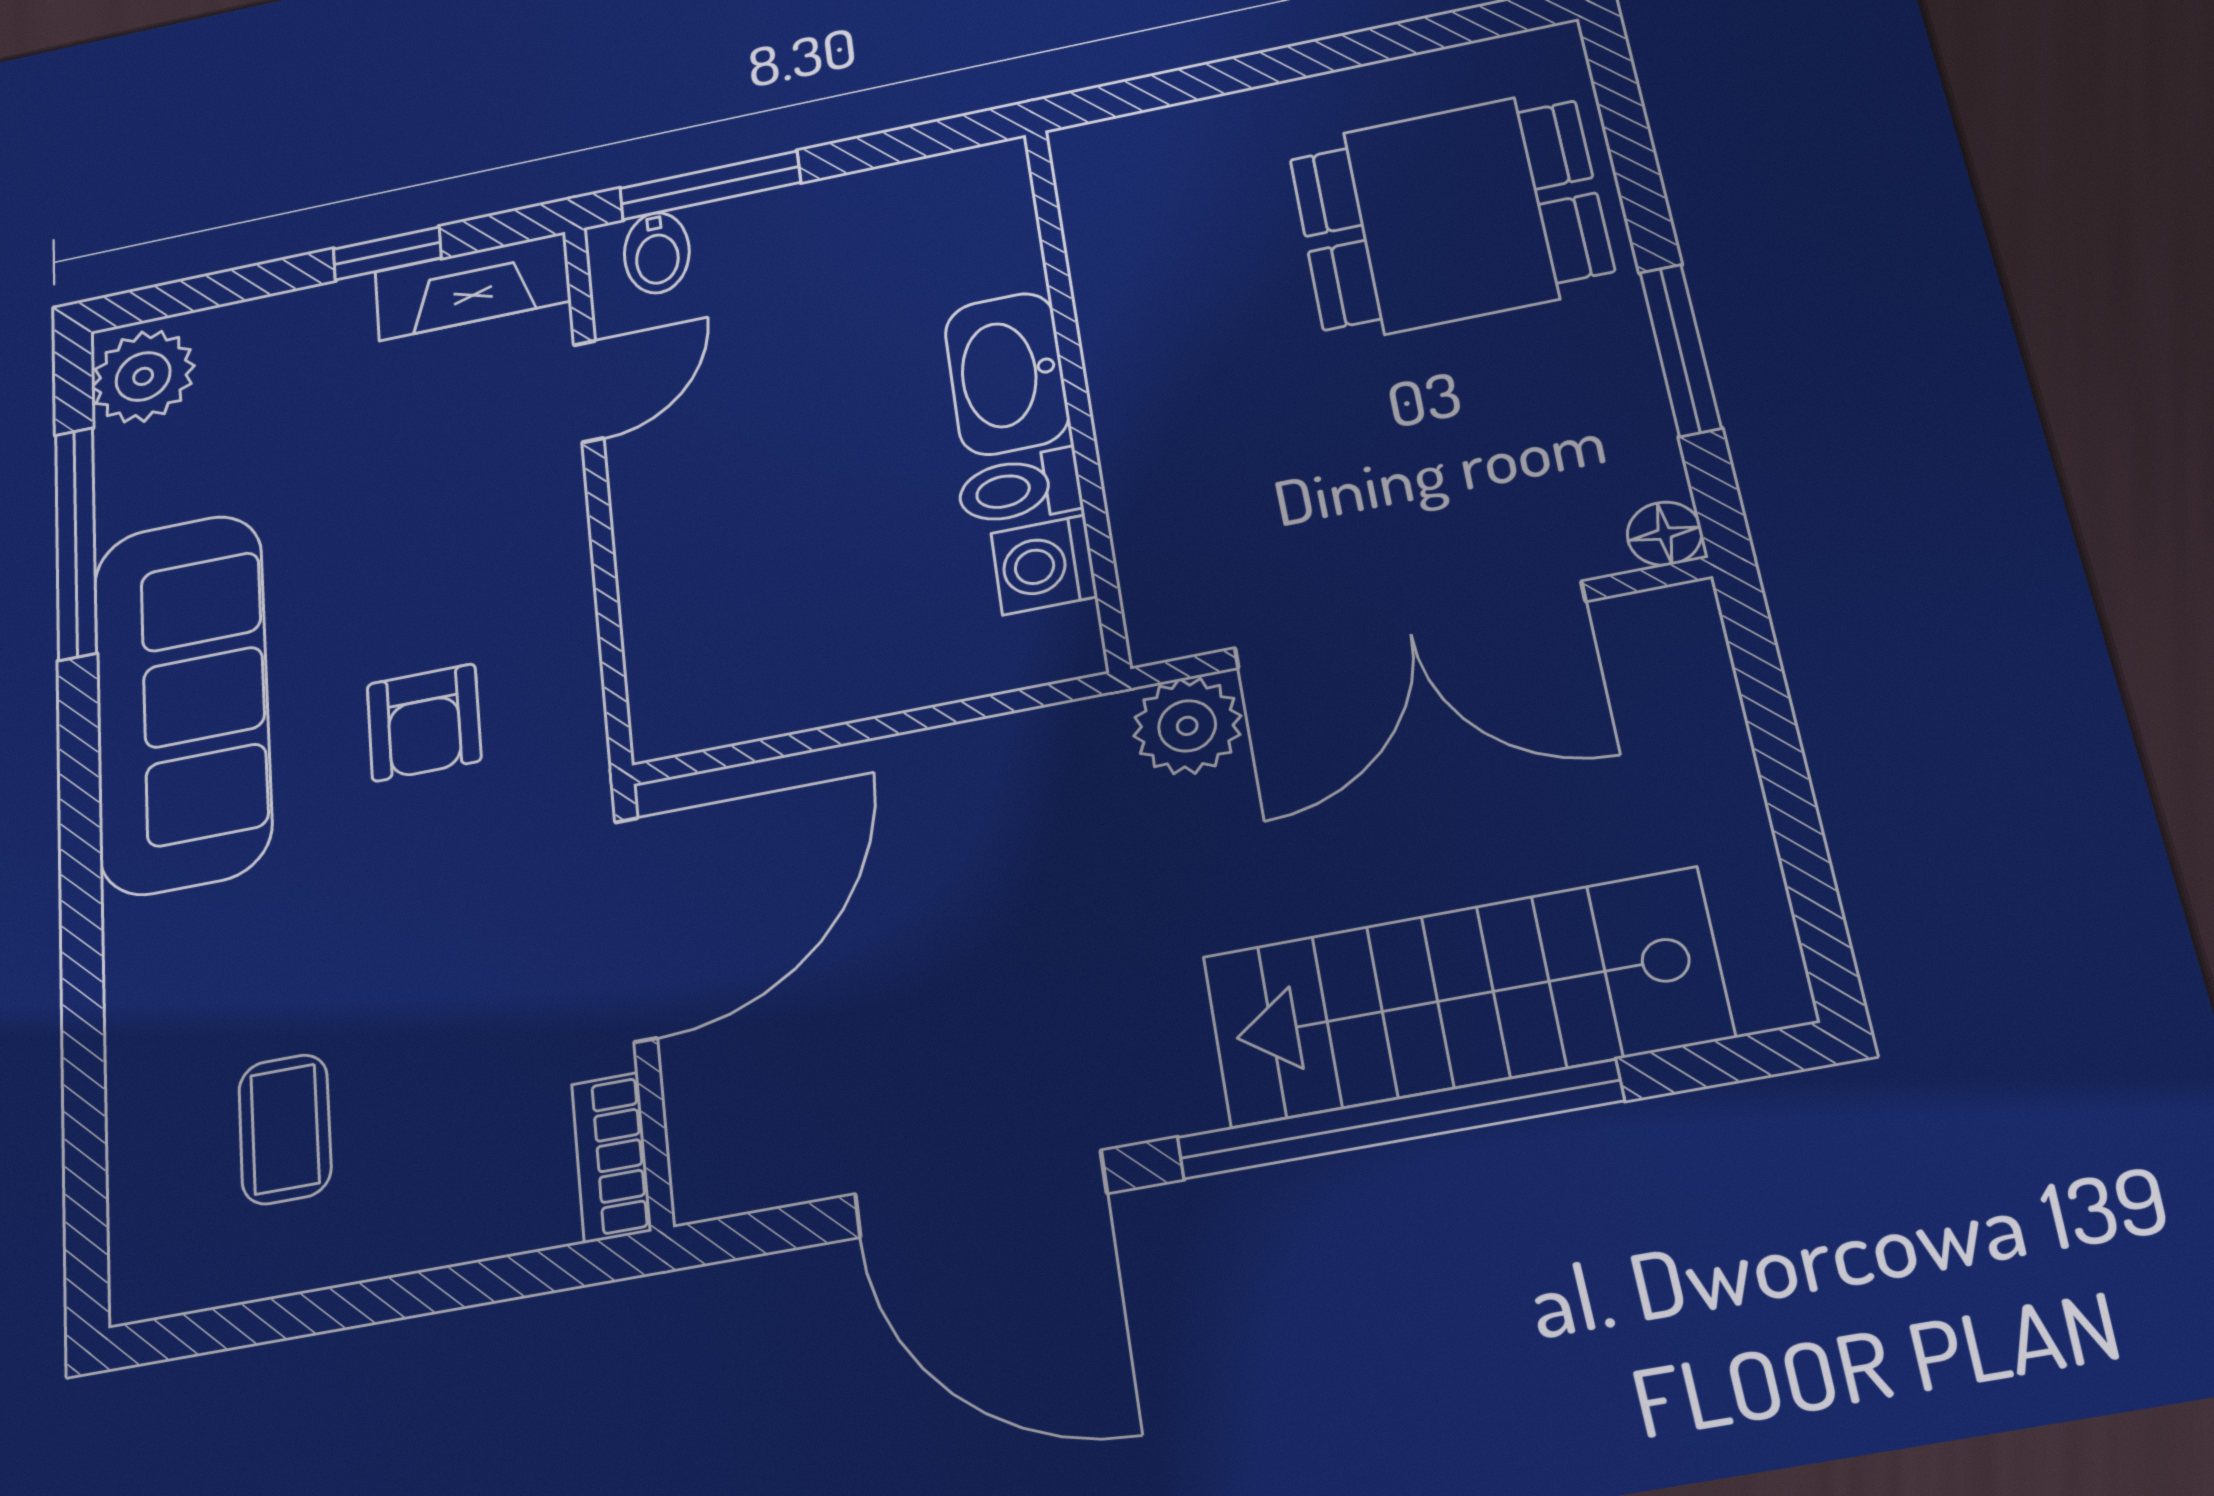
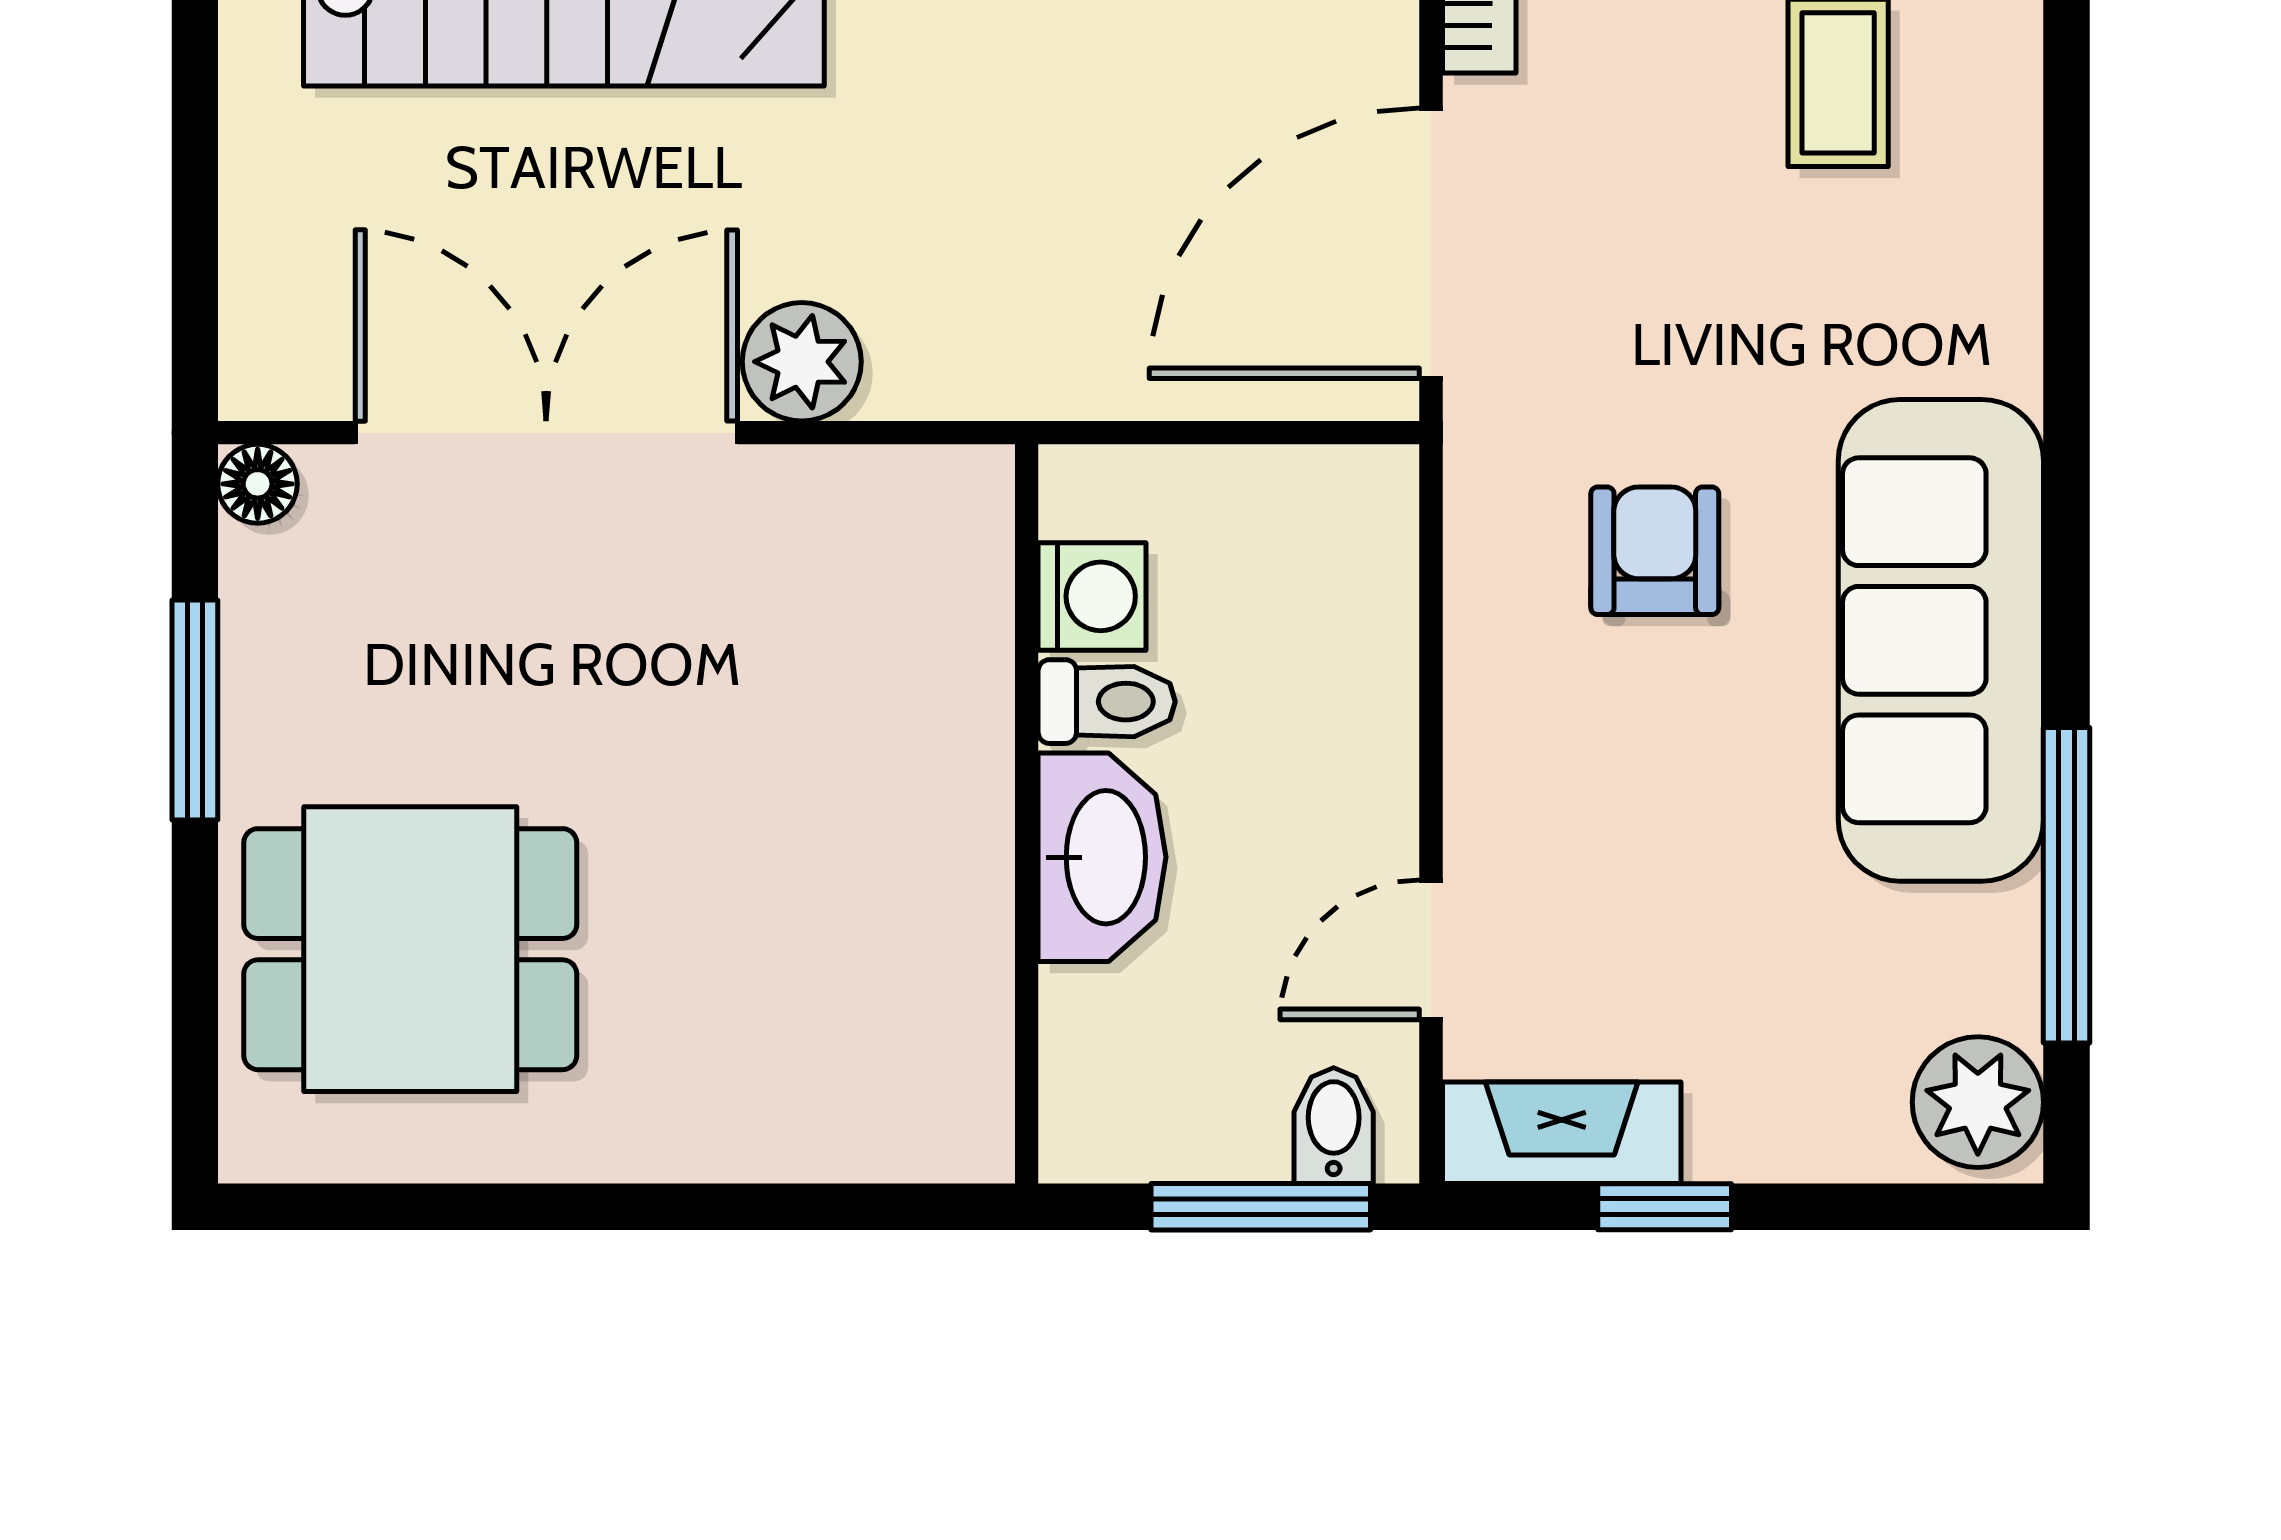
washbasin: (1007, 374) -> (1102, 857), moved
wall: (1076, 392) -> (1027, 814), moved
toilet: (1020, 488) -> (1107, 702), moved
washing machine: (1044, 565) -> (1092, 596), moved

